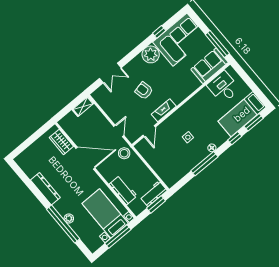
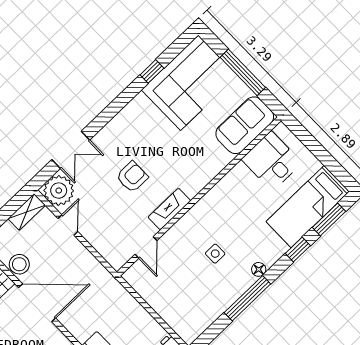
window: (217, 44) -> (243, 72), moved
plant: (151, 54) -> (59, 191), moved
armchair: (144, 91) -> (132, 177), turned 102
door: (119, 131) -> (68, 225), moved
stool: (124, 153) -> (19, 264), moved

